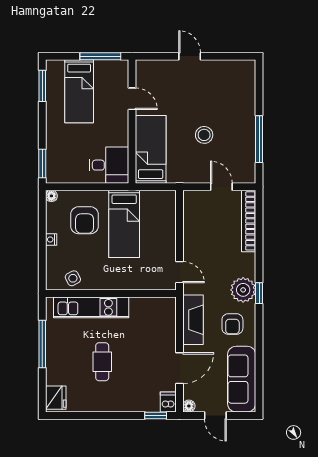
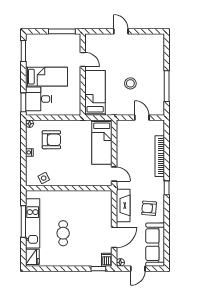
bed: (79, 91) -> (47, 77), moved, turned -90
desk: (109, 165) -> (39, 99), moved, turned 180
armchair: (85, 220) -> (51, 140), turned -90
bookcase: (249, 221) -> (160, 156), moved
bed: (124, 224) -> (102, 142), moved
plant: (243, 290) -> (156, 186), removed
kitchen unit: (91, 307) -> (33, 223), moved, turned -90
armchair: (232, 324) -> (149, 208), turned 95
door: (215, 415) -> (138, 269), hinge flipped

